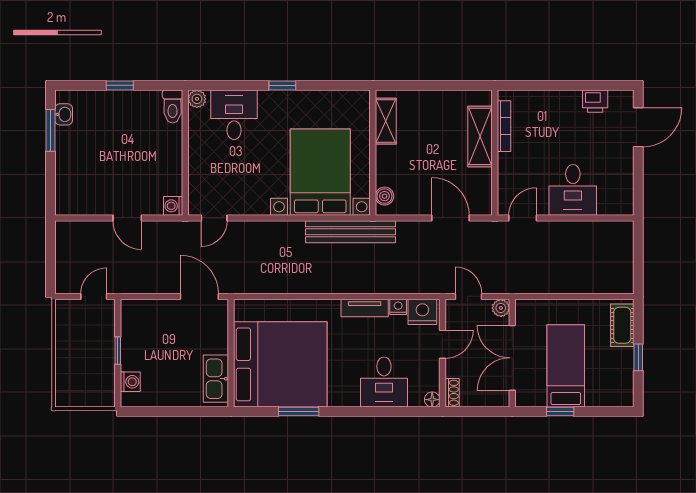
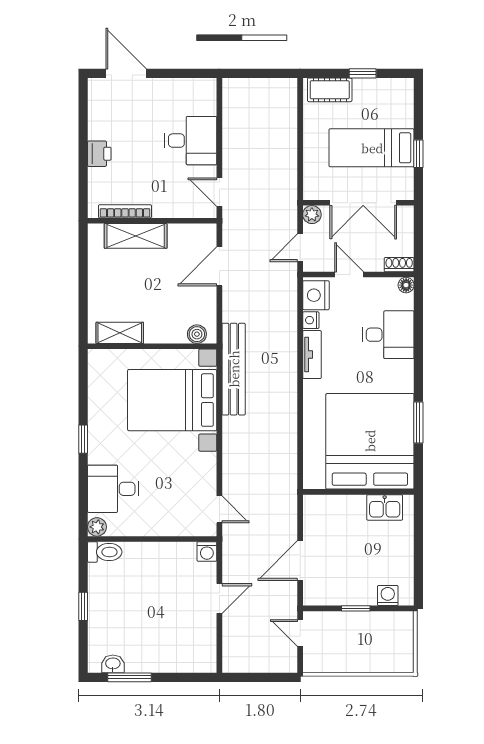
printer: (595, 101) -> (99, 154), moved
door: (199, 296) -> (300, 560), moved
kitchen sink: (216, 379) -> (385, 507), width x0.73

